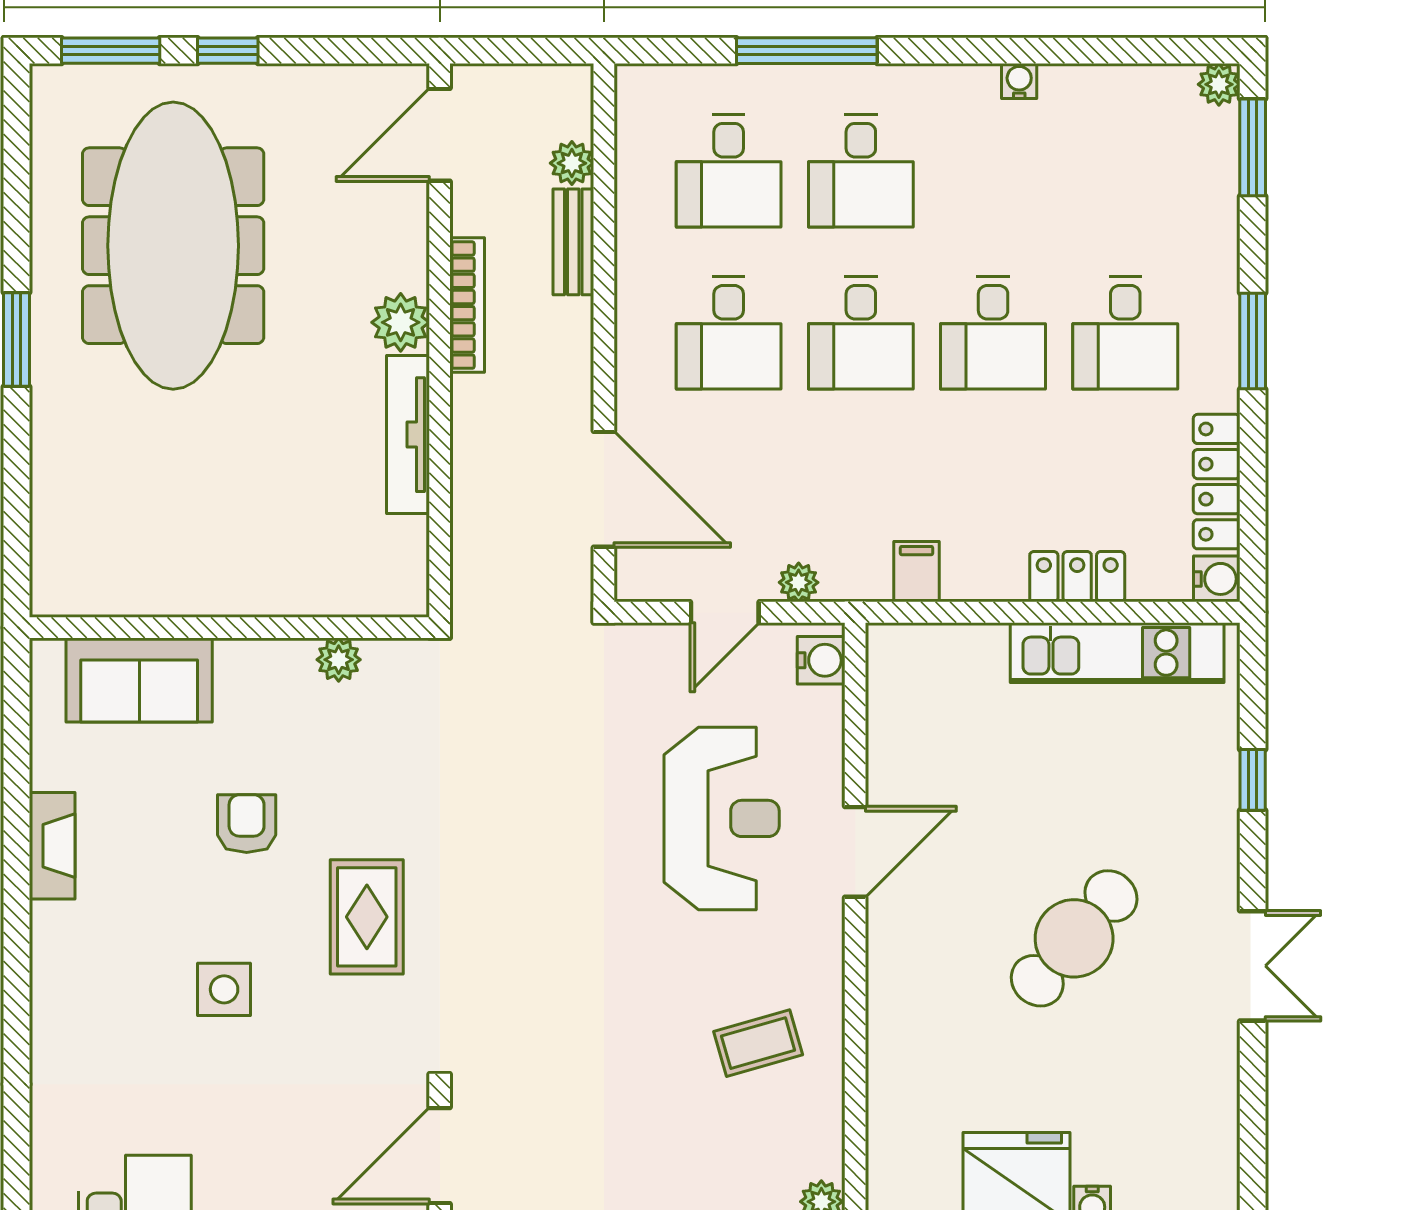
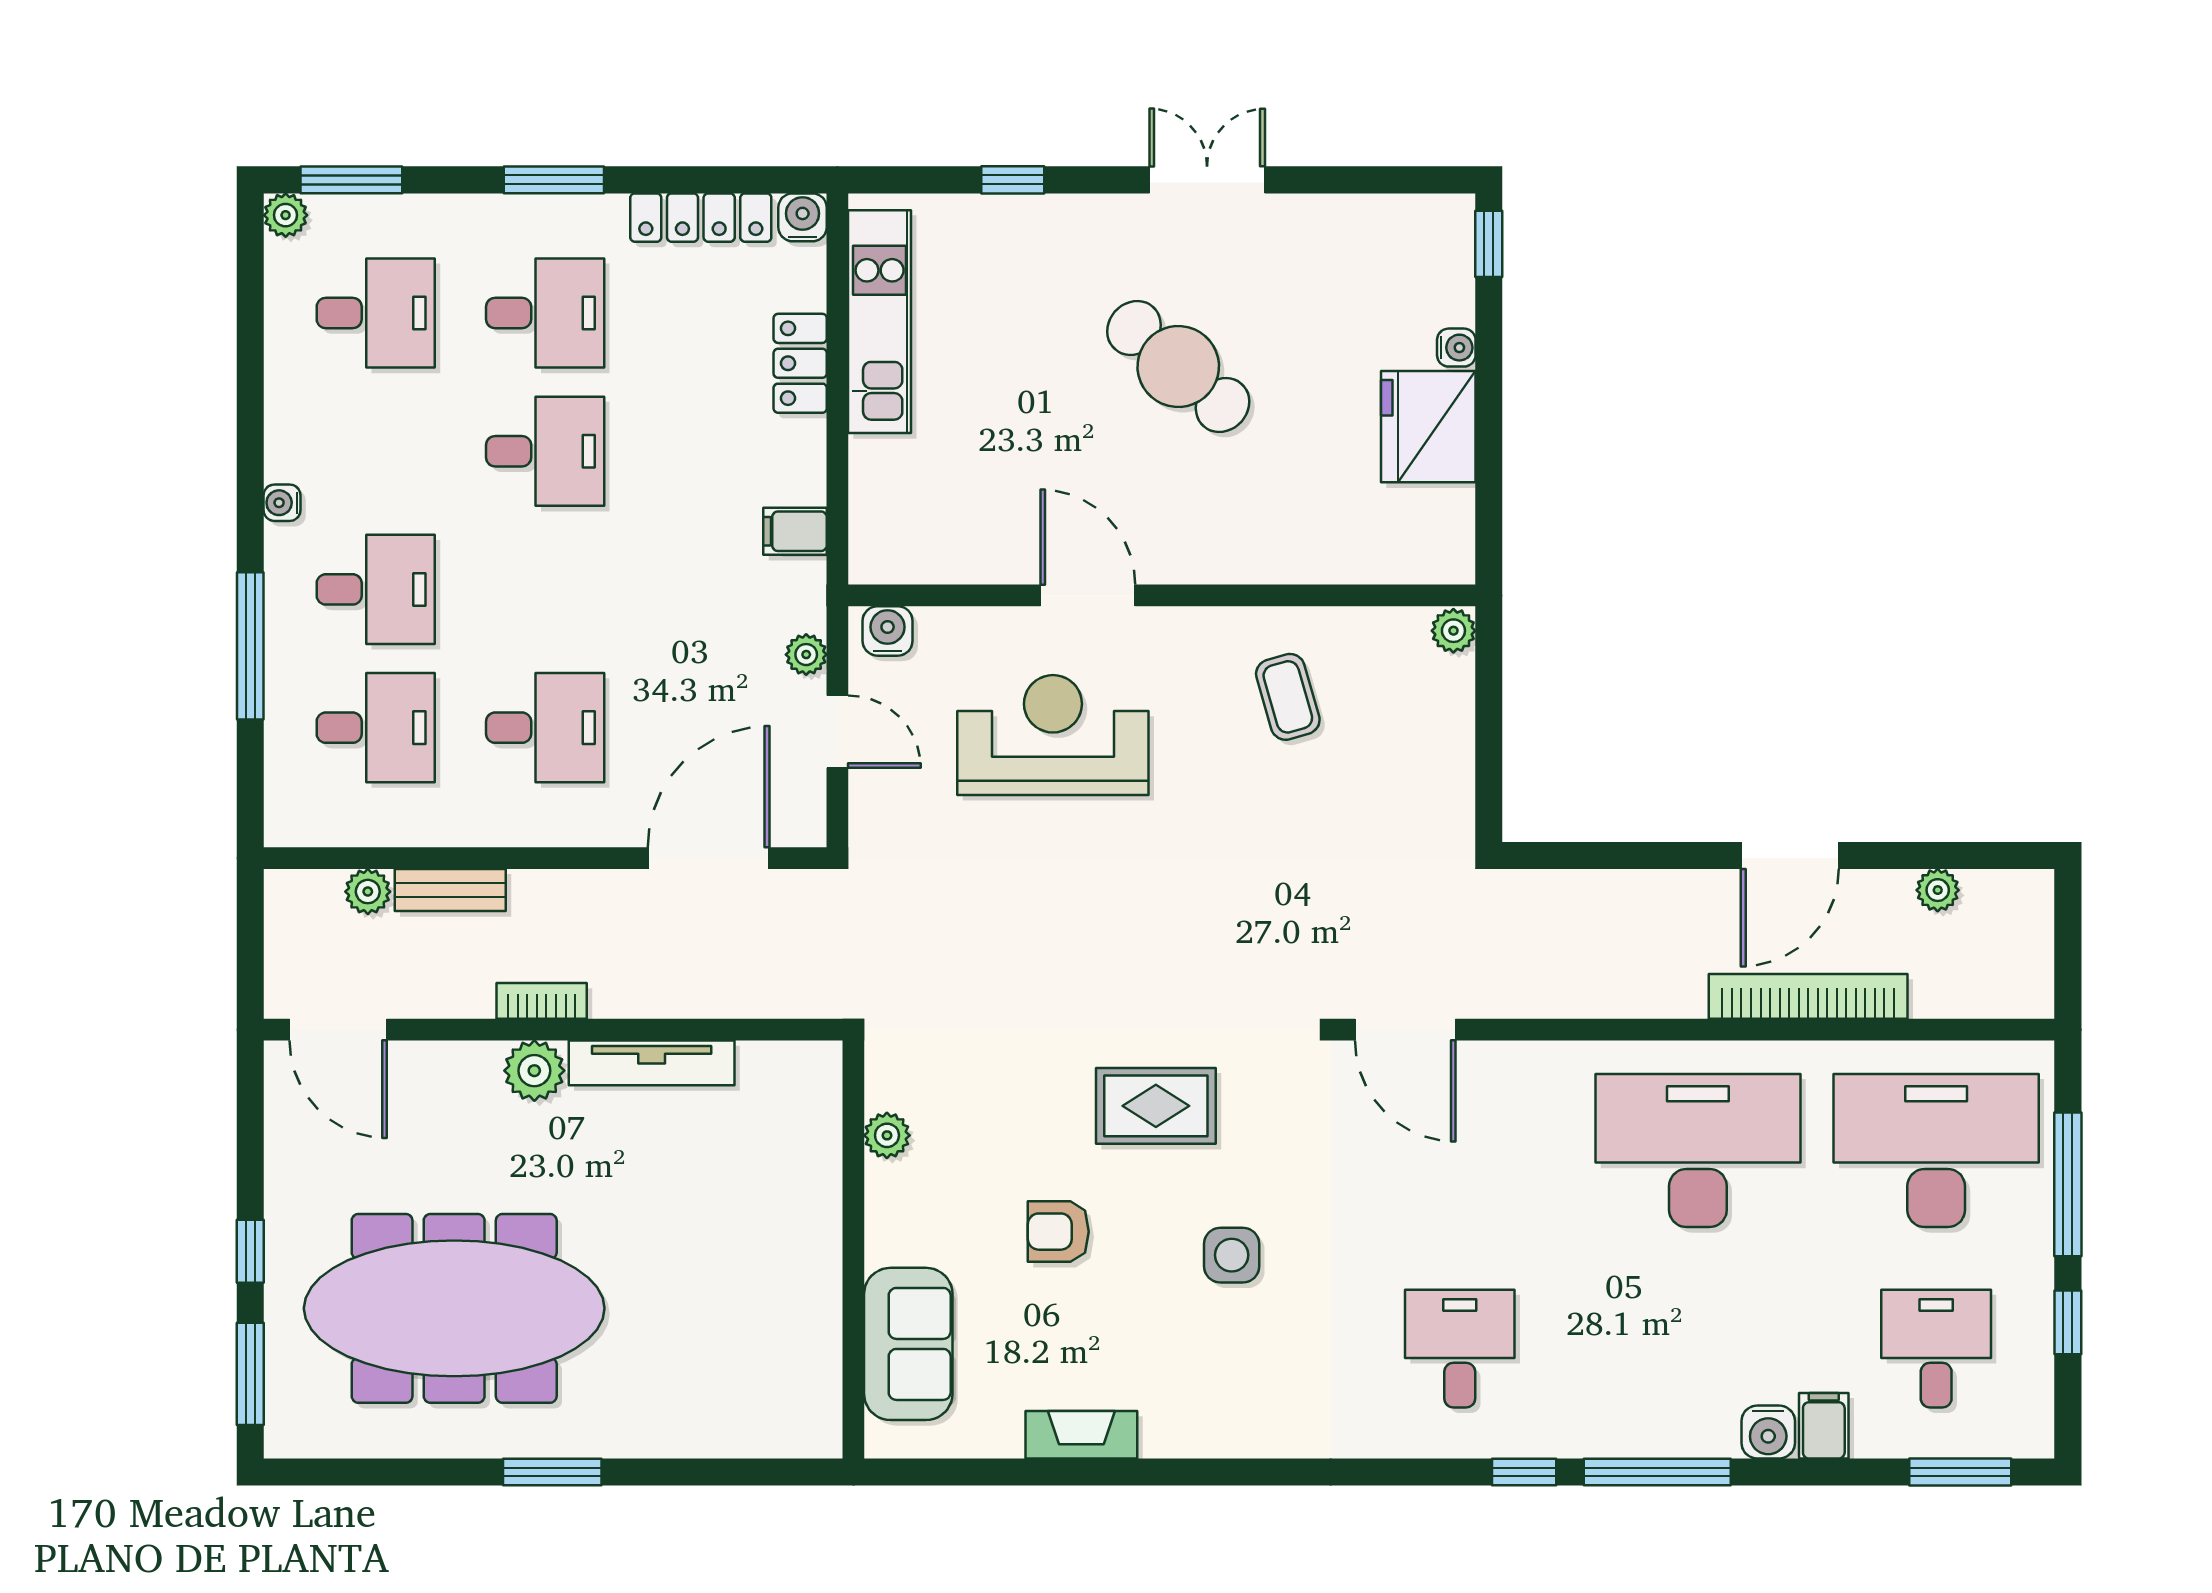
water cooler: (1019, 81) -> (282, 503), moved
bookcase: (467, 305) -> (542, 1001), width x0.64
desk: (861, 333) -> (376, 313), moved

